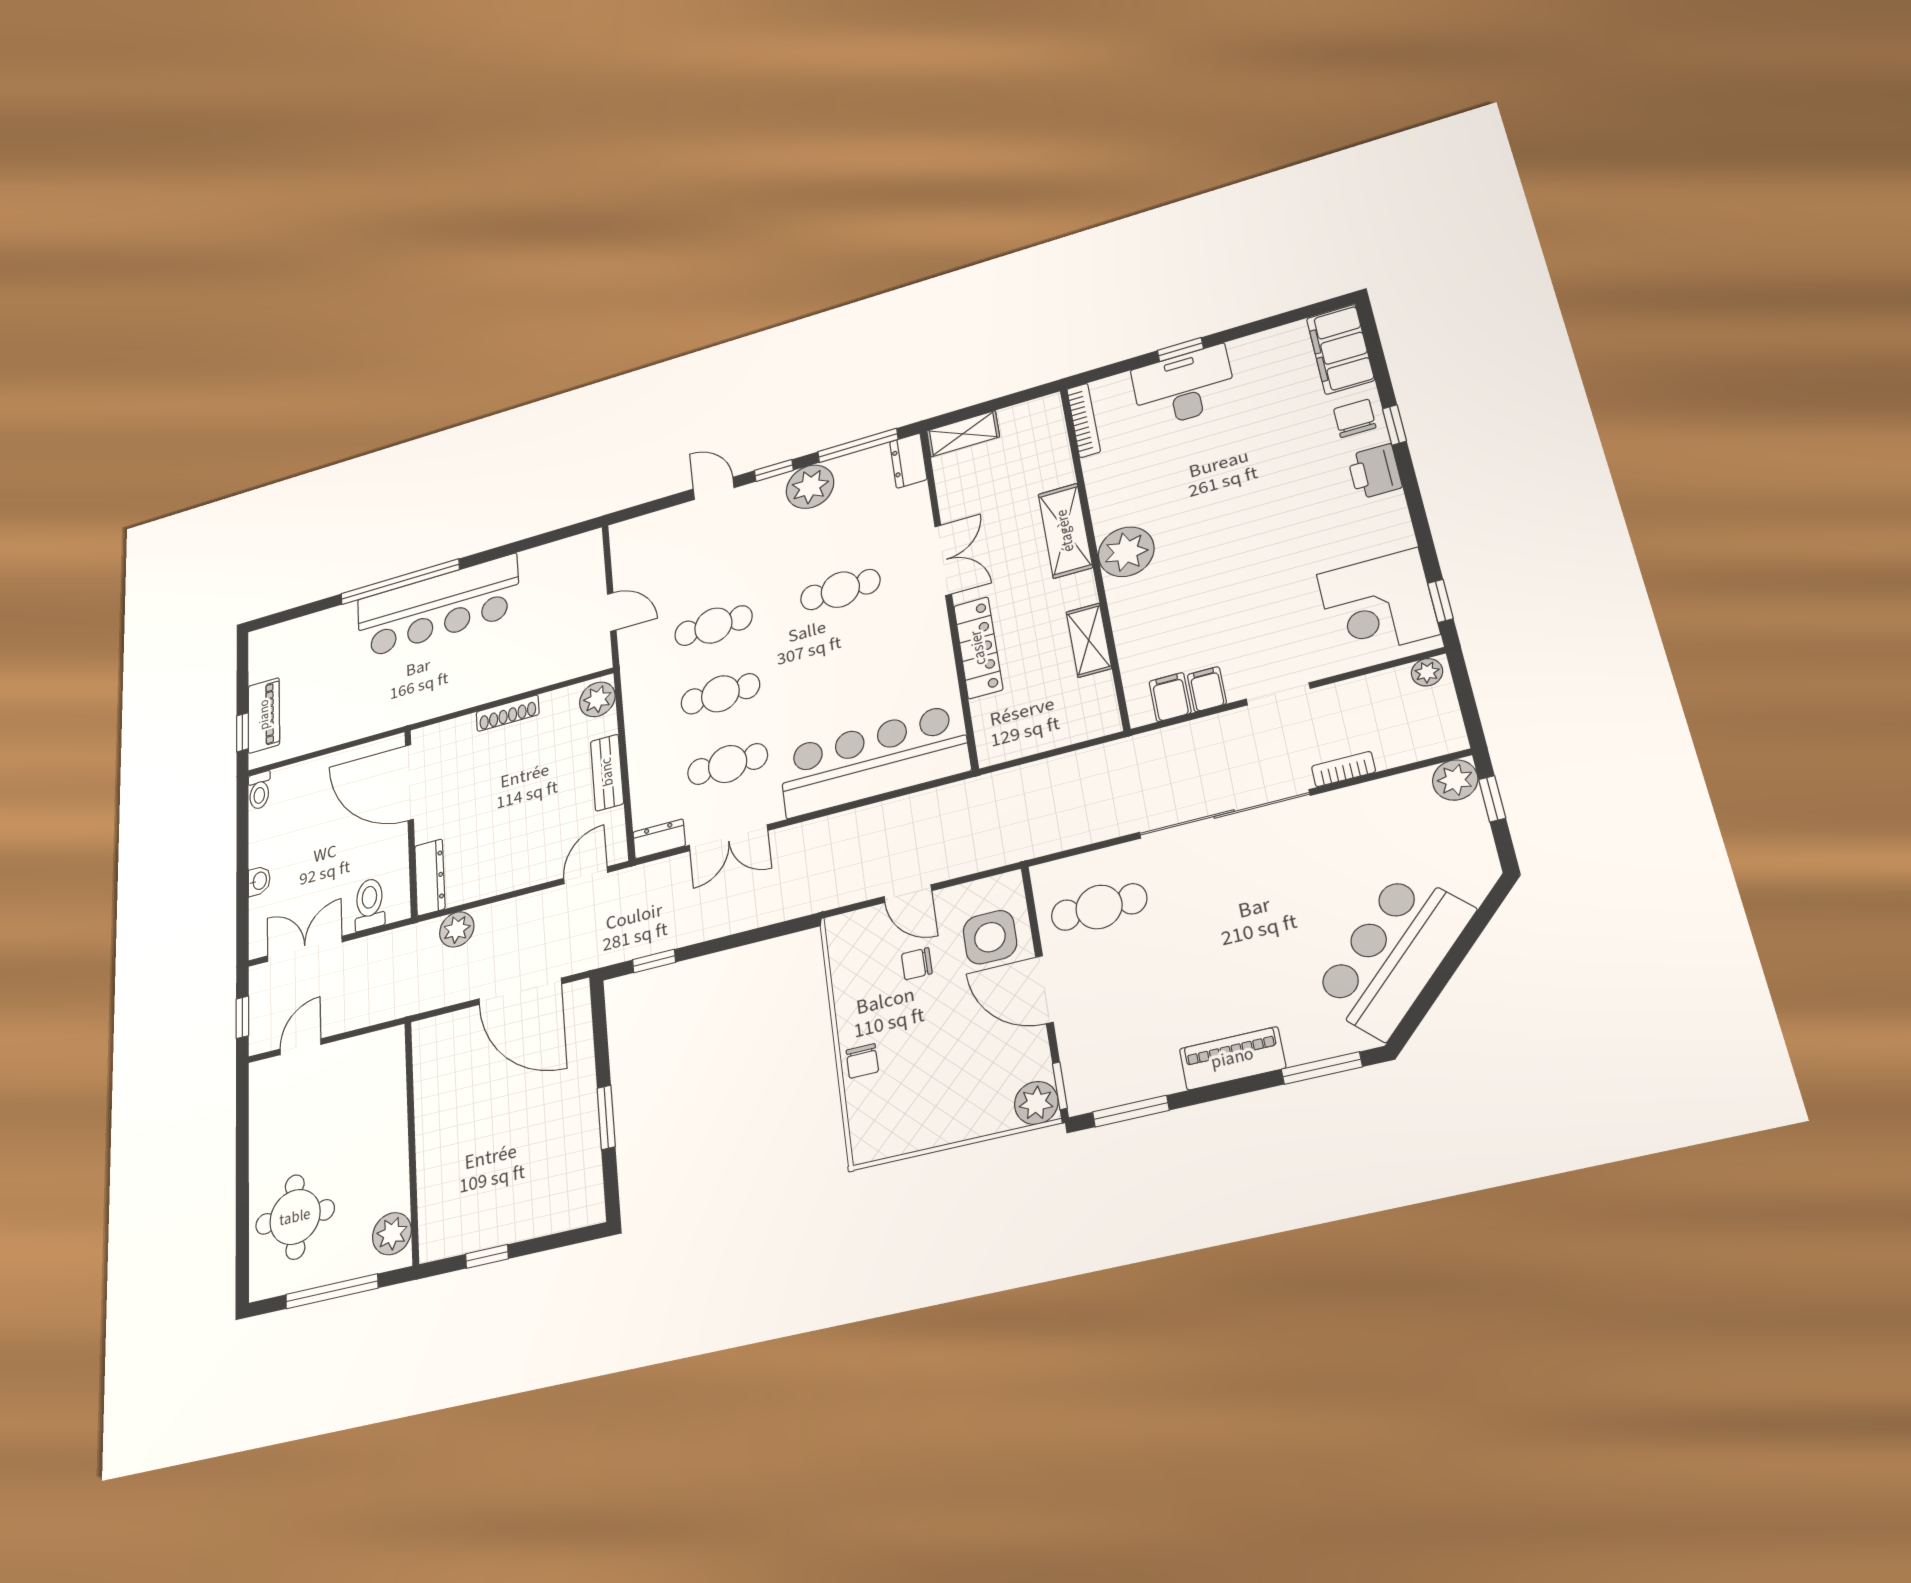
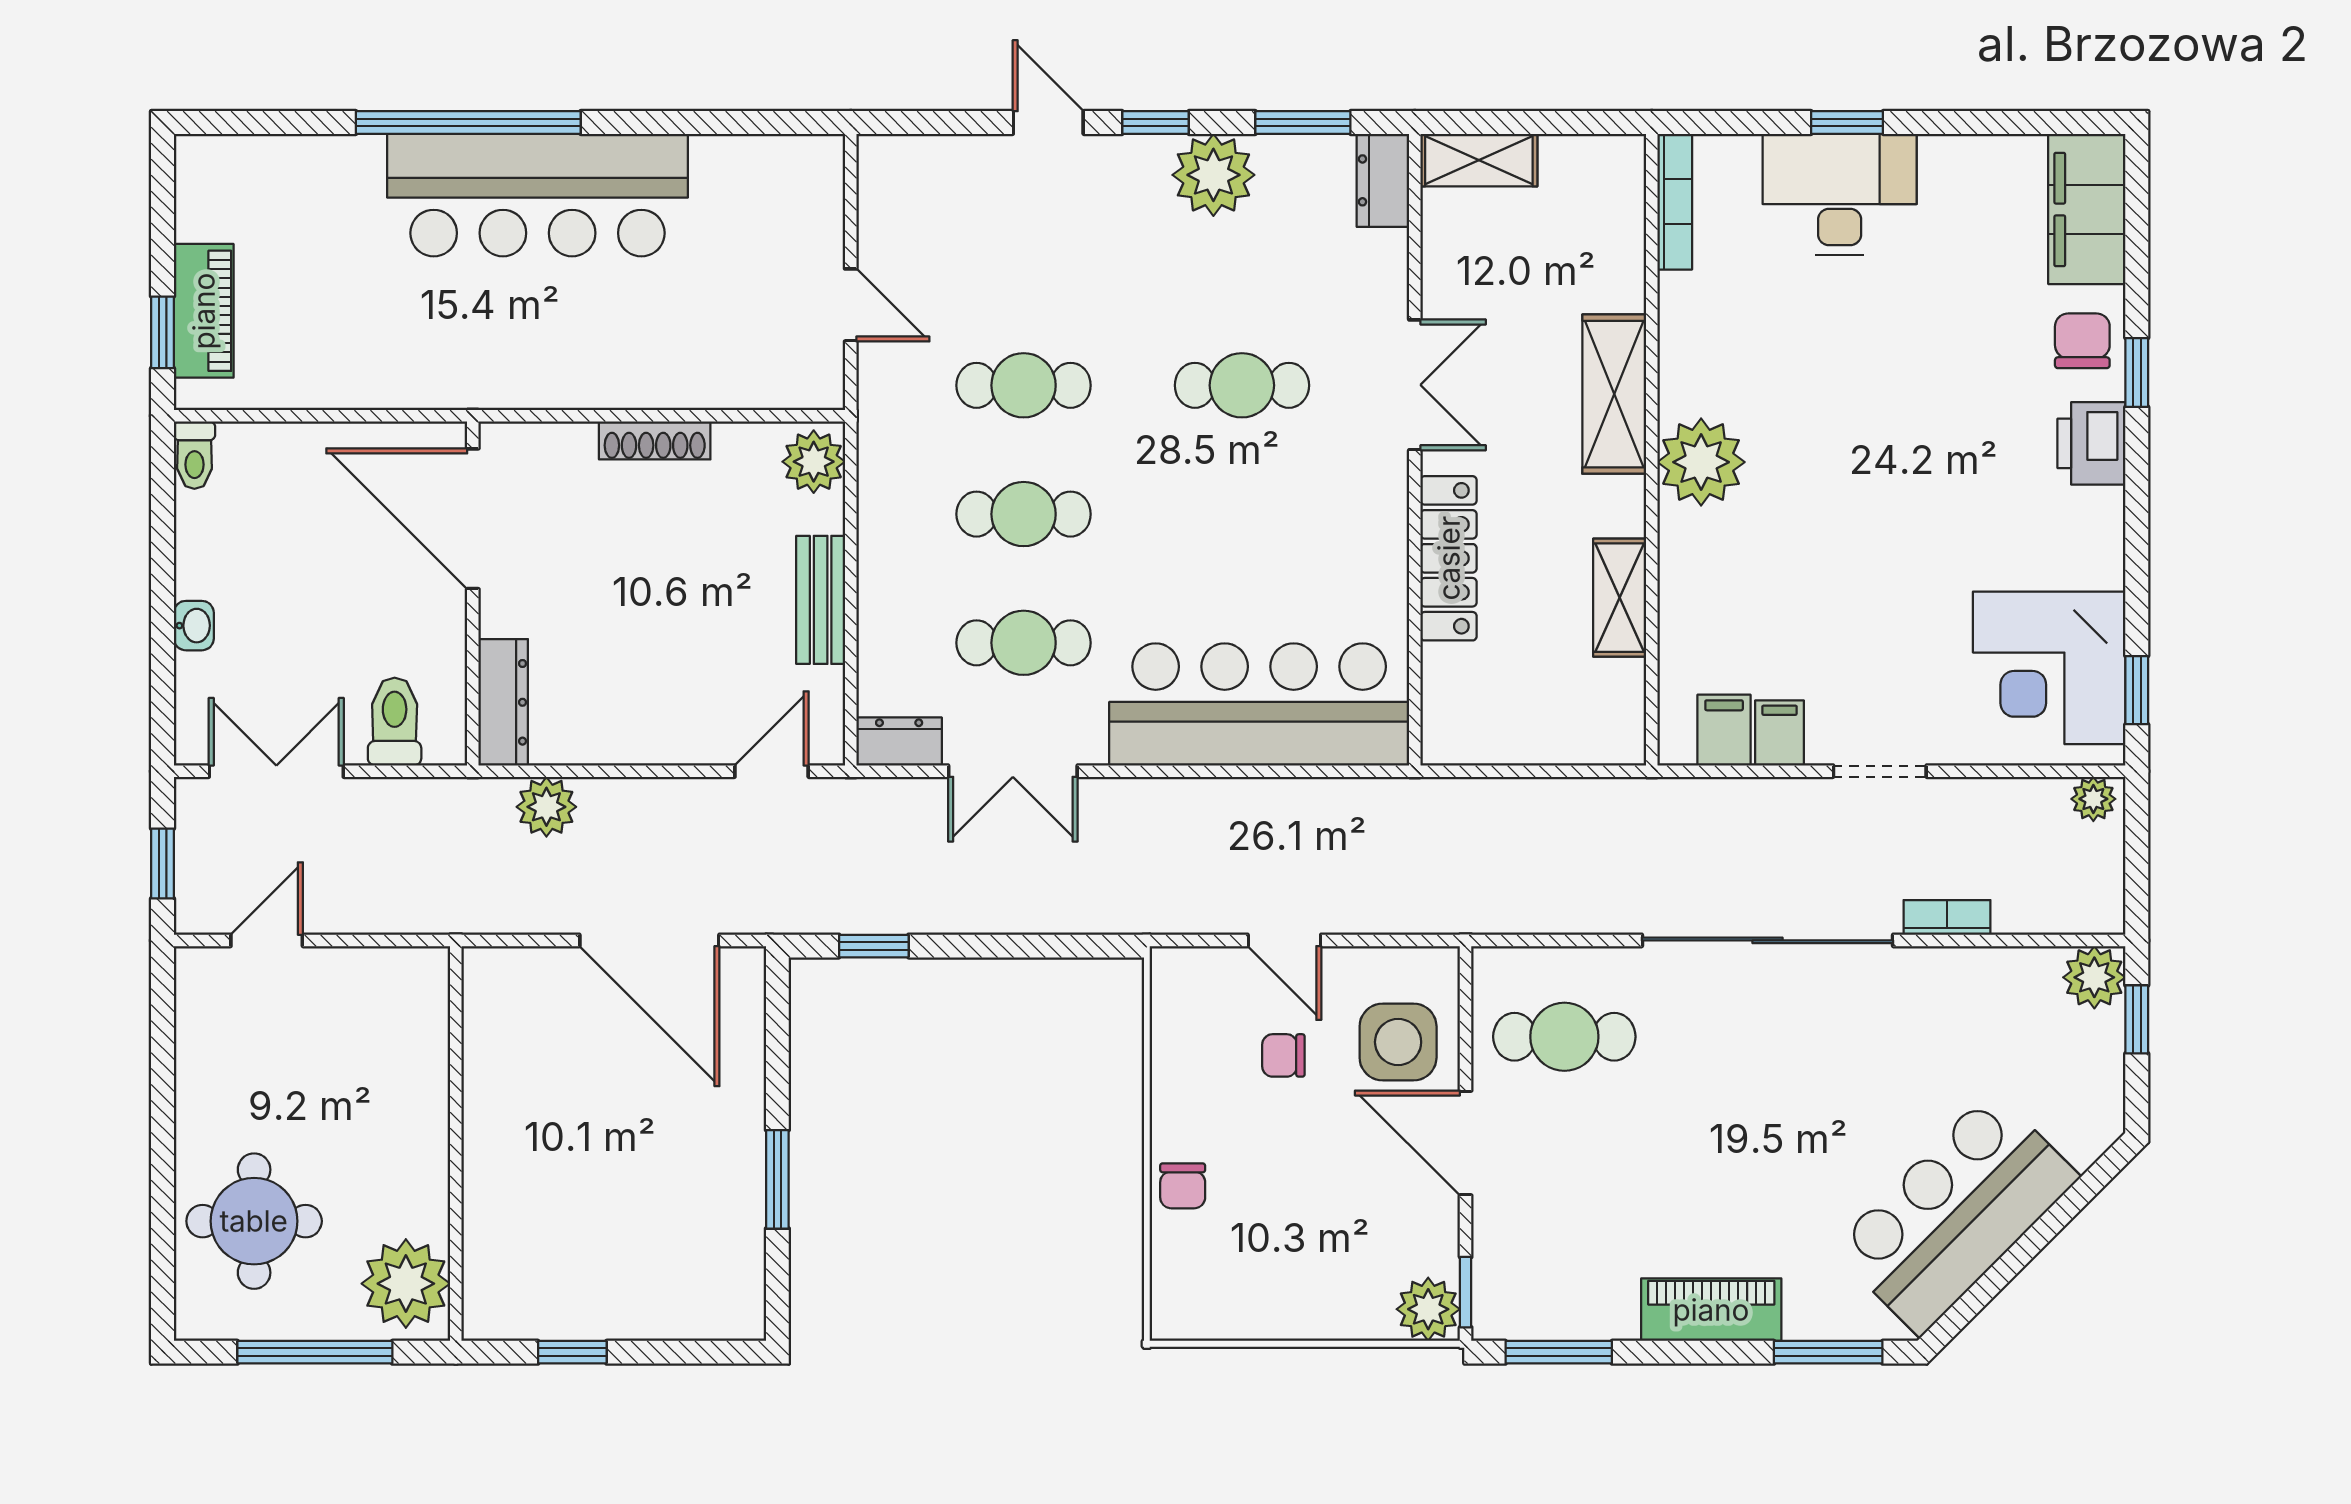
window: (858, 445) -> (1303, 123), width x0.69
plant: (392, 1234) -> (406, 1284), width x1.36, depth x1.36

